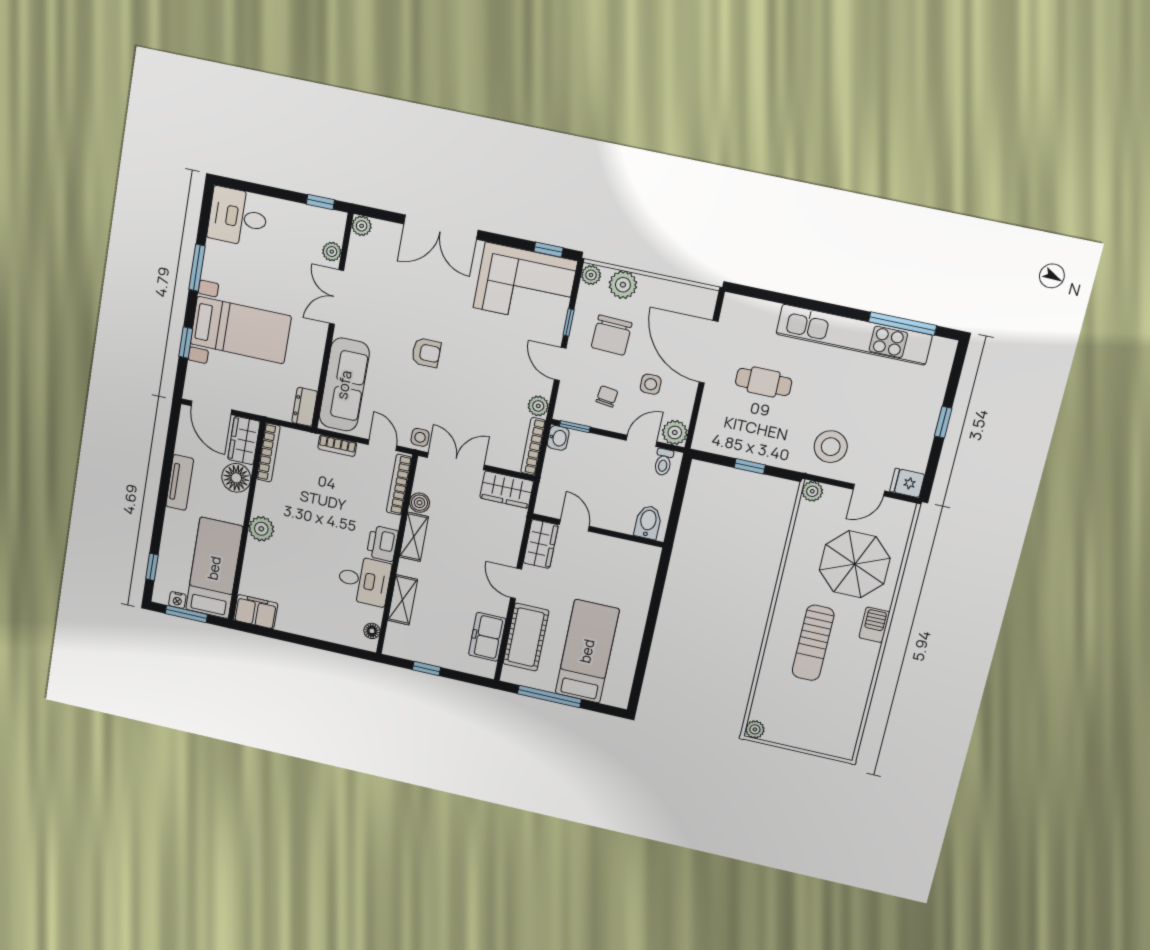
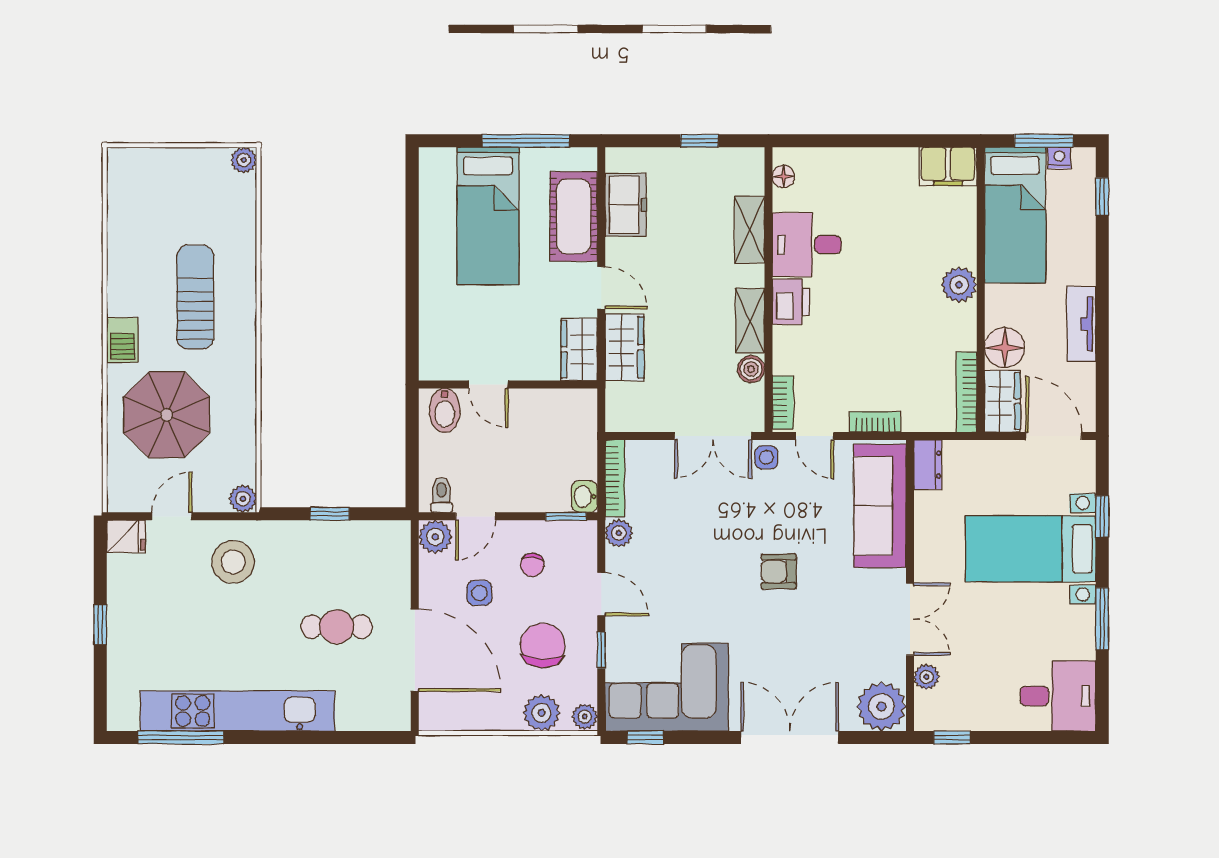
plant: (362, 226) -> (881, 707), width x1.88, depth x1.88
bookcase: (399, 485) -> (783, 402), width x0.64
wardrobe: (507, 490) -> (624, 347), moved, turned 90
door: (574, 525) -> (488, 384), moved

